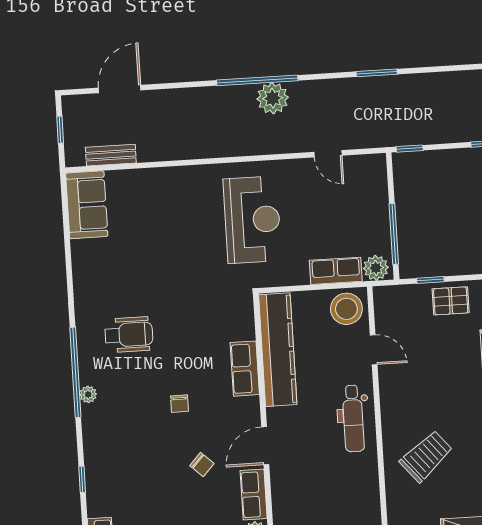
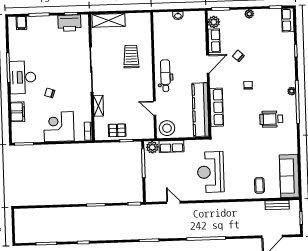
plant: (273, 98) -> (199, 230), removed
coffee table: (149, 195) -> (259, 185), added
sofa: (87, 205) -> (289, 176), width x1.36
row of seats: (245, 369) -> (217, 107), width x1.48
trolley: (426, 456) -> (131, 57), turned 130

